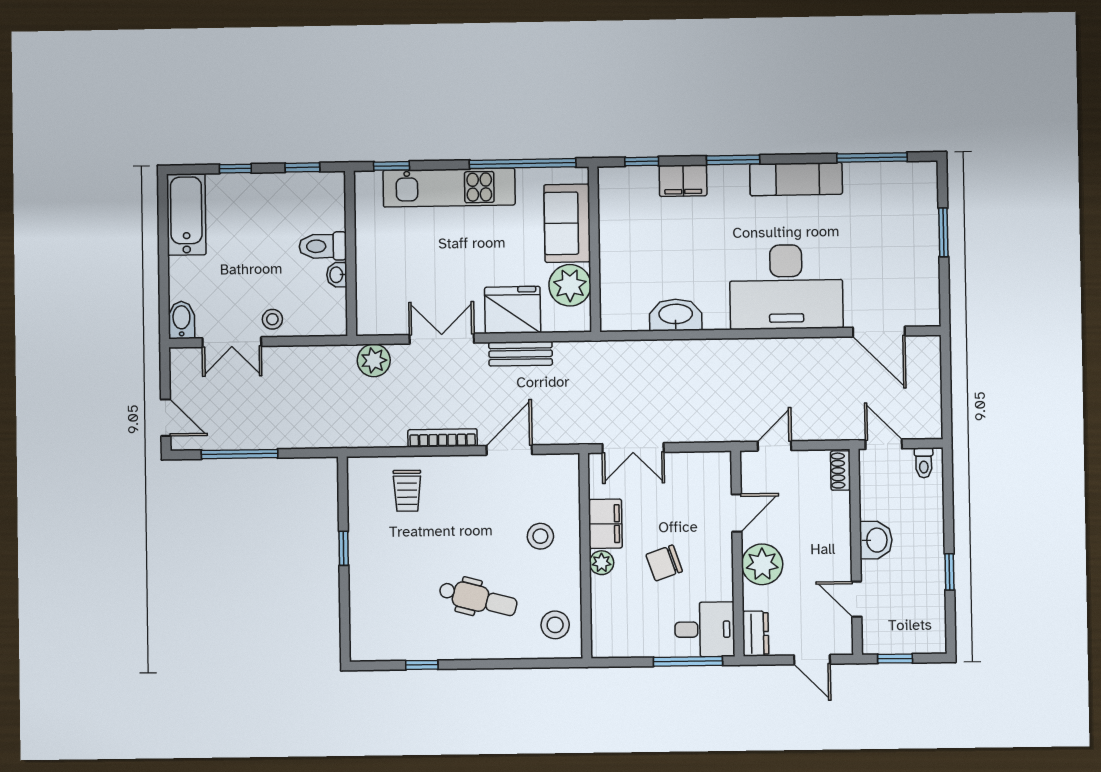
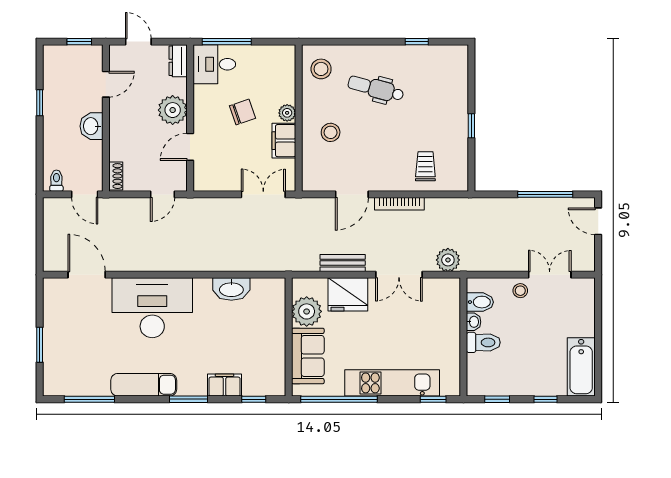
bidet: (181, 320) -> (480, 302), moved, turned -90
door: (857, 599) -> (106, 84), hinge flipped

